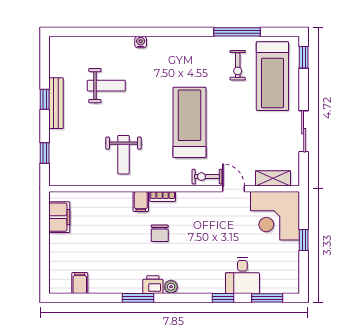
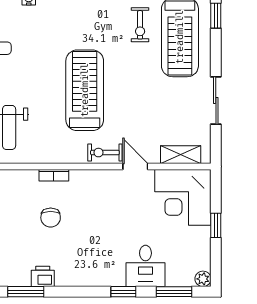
filing cabinet: (141, 201) -> (29, 181), removed
plant: (171, 287) -> (203, 279), moved

